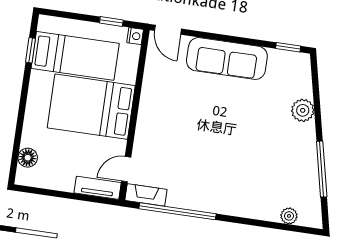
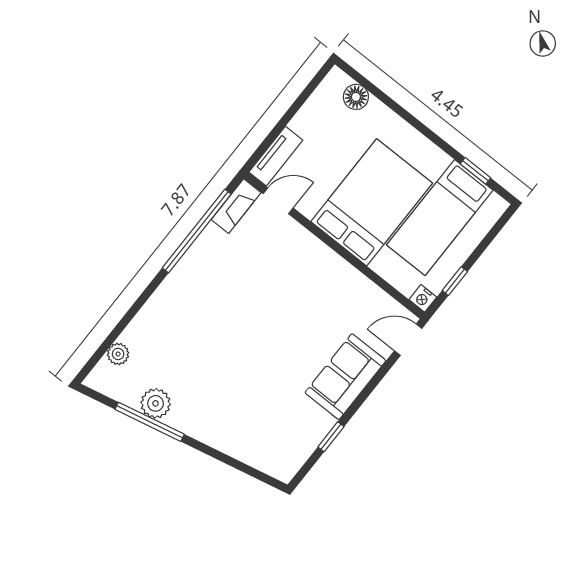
window: (288, 47) -> (331, 437), moved
sofa: (227, 59) -> (345, 377), width x0.73
plant: (303, 110) -> (156, 403), moved
door: (126, 169) -> (278, 201), hinge flipped

